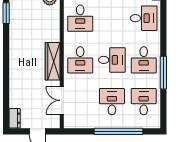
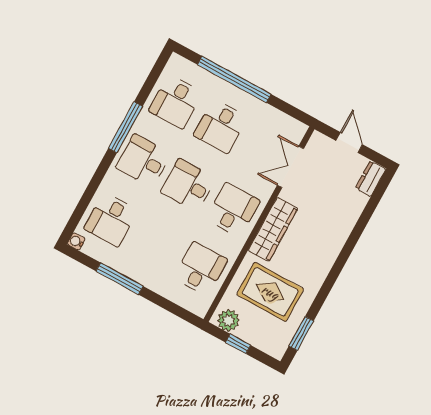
desk: (144, 18) -> (111, 220), turned -90
rug: (35, 26) -> (270, 292), added
desk: (144, 60) -> (143, 161), turned -90
double door: (62, 100) -> (290, 167), swing flipped

